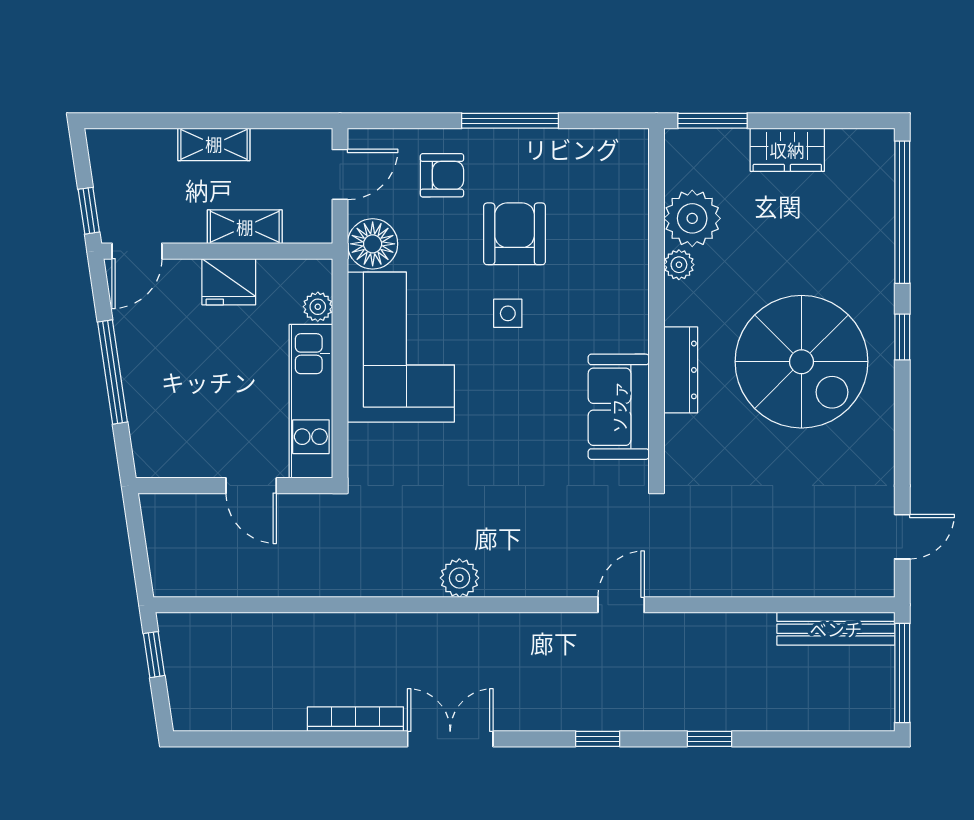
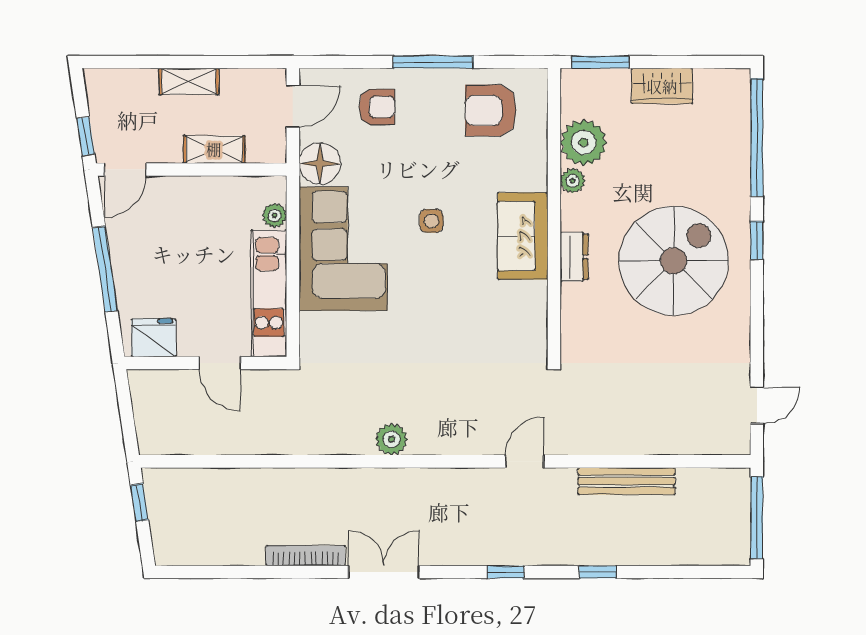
armchair: (515, 234) -> (491, 110), moved, turned -90
fridge: (229, 282) -> (154, 338), moved, turned 180
spiral stairs: (801, 362) -> (674, 261), turned -90
dresser: (681, 370) -> (574, 257), width x0.70
sofa: (619, 407) -> (523, 236), moved
bench: (836, 629) -> (627, 481), moved

